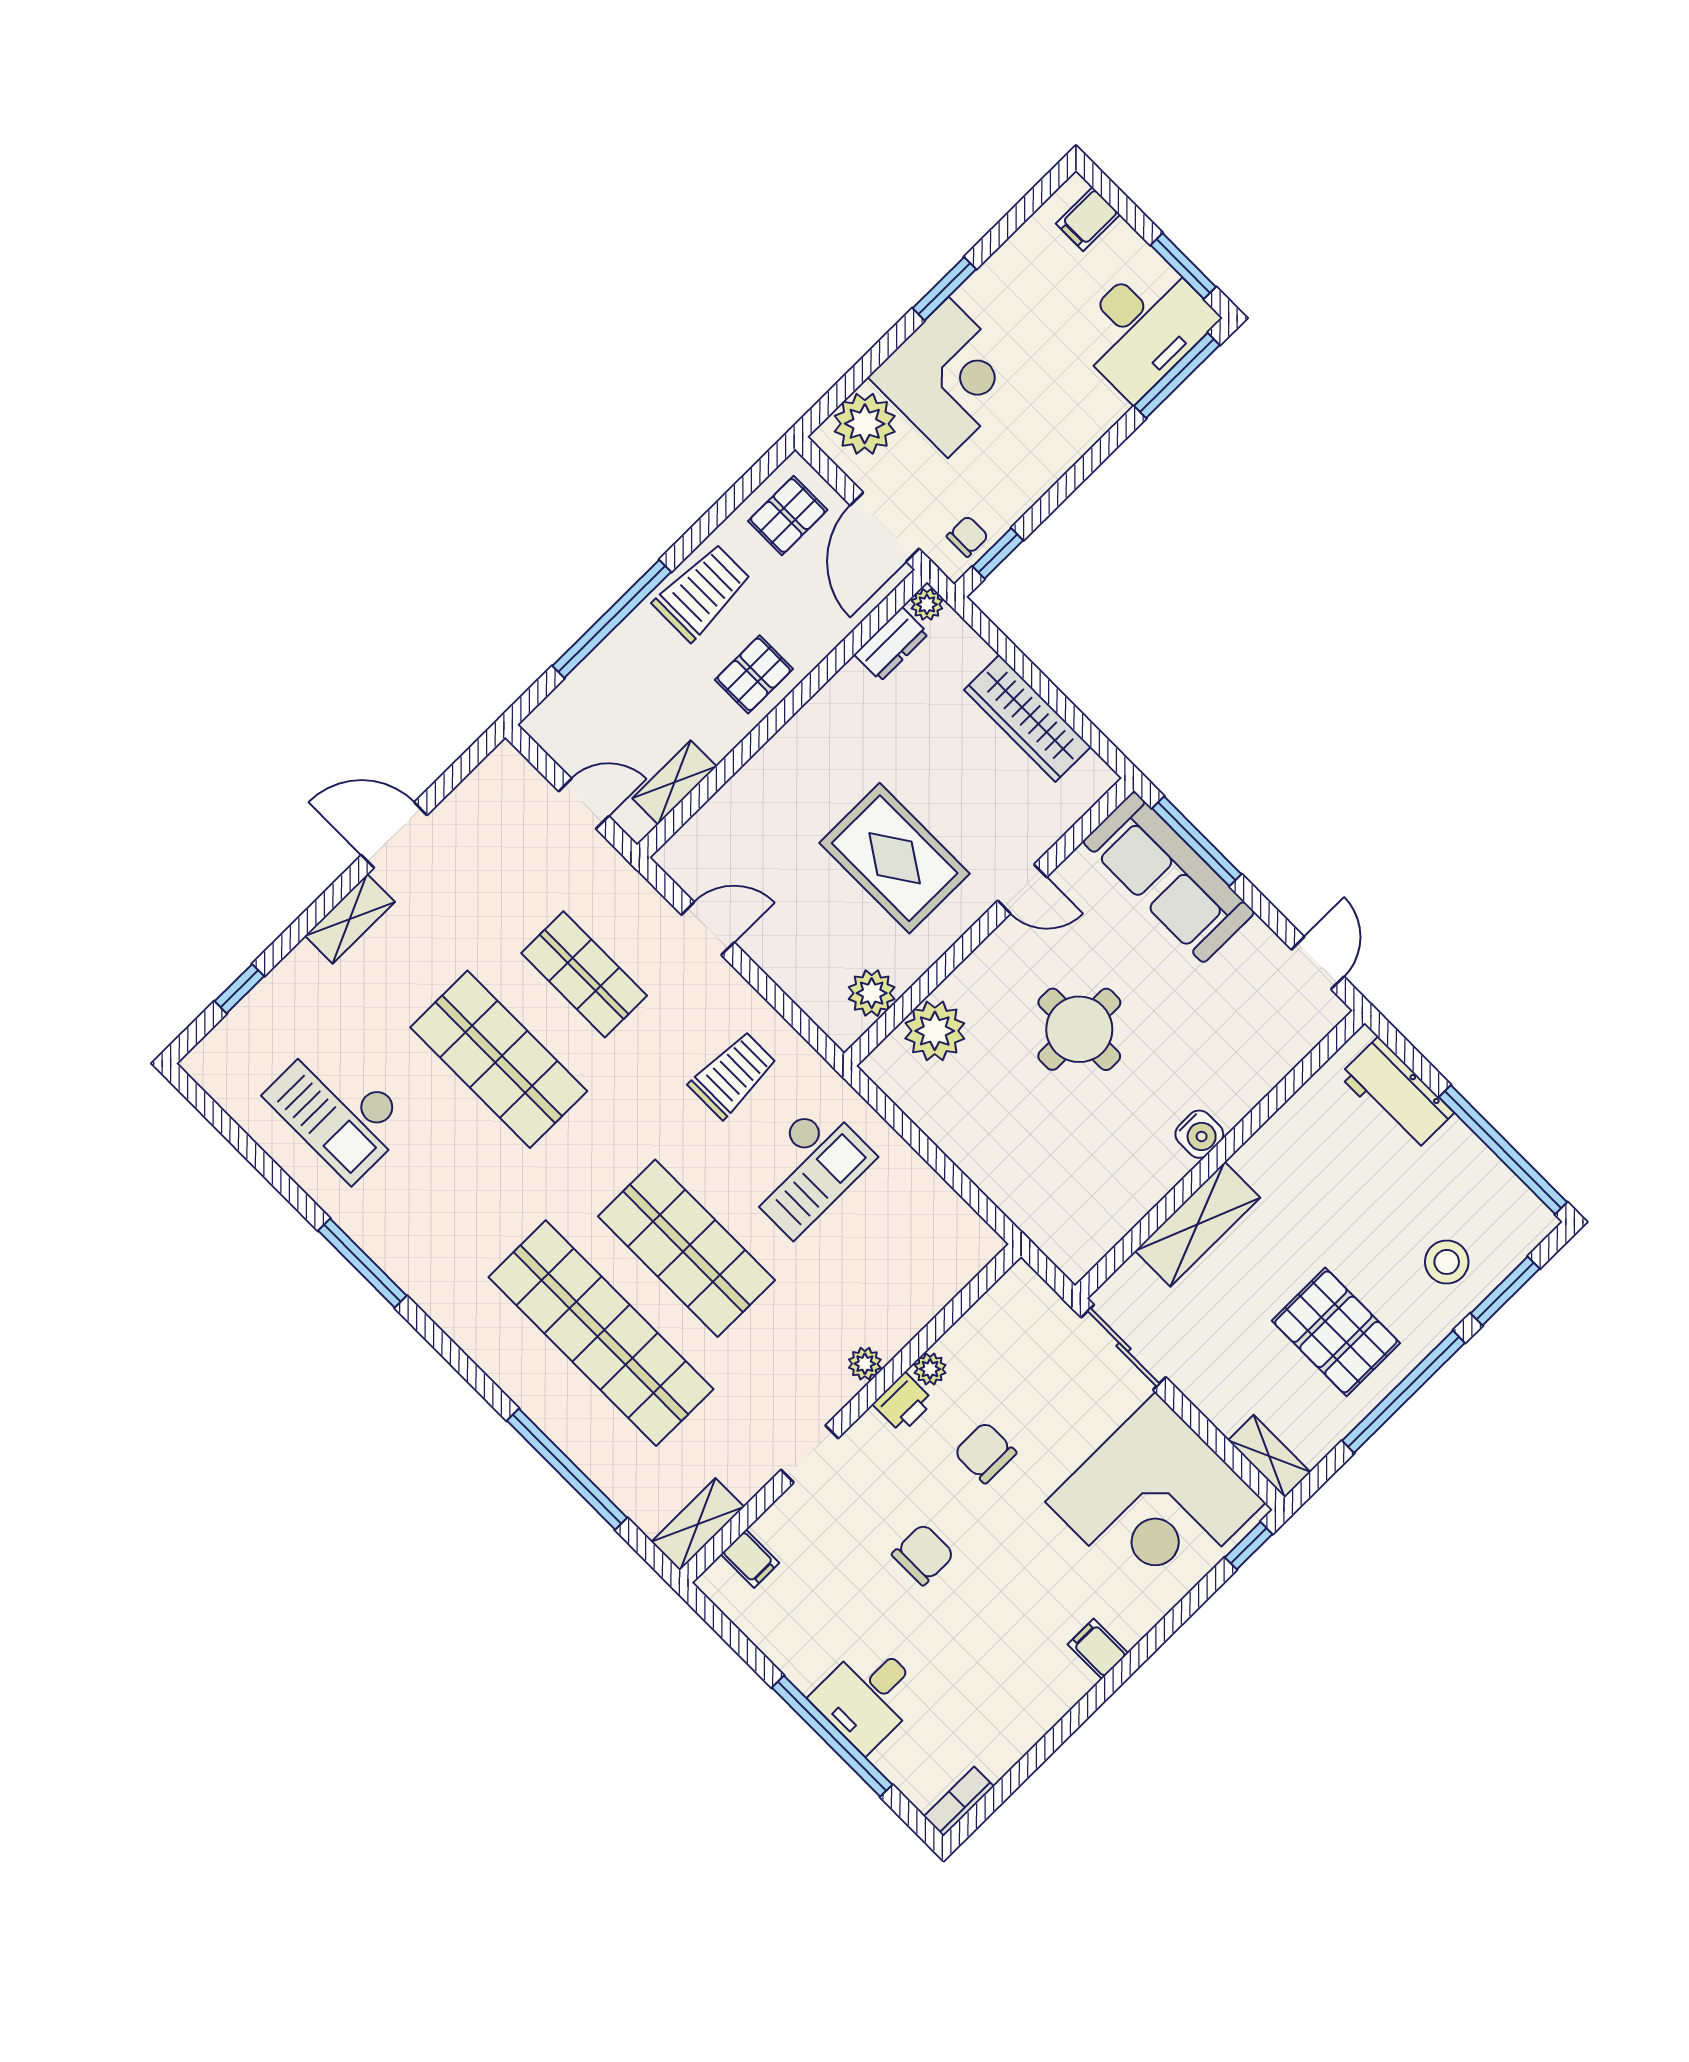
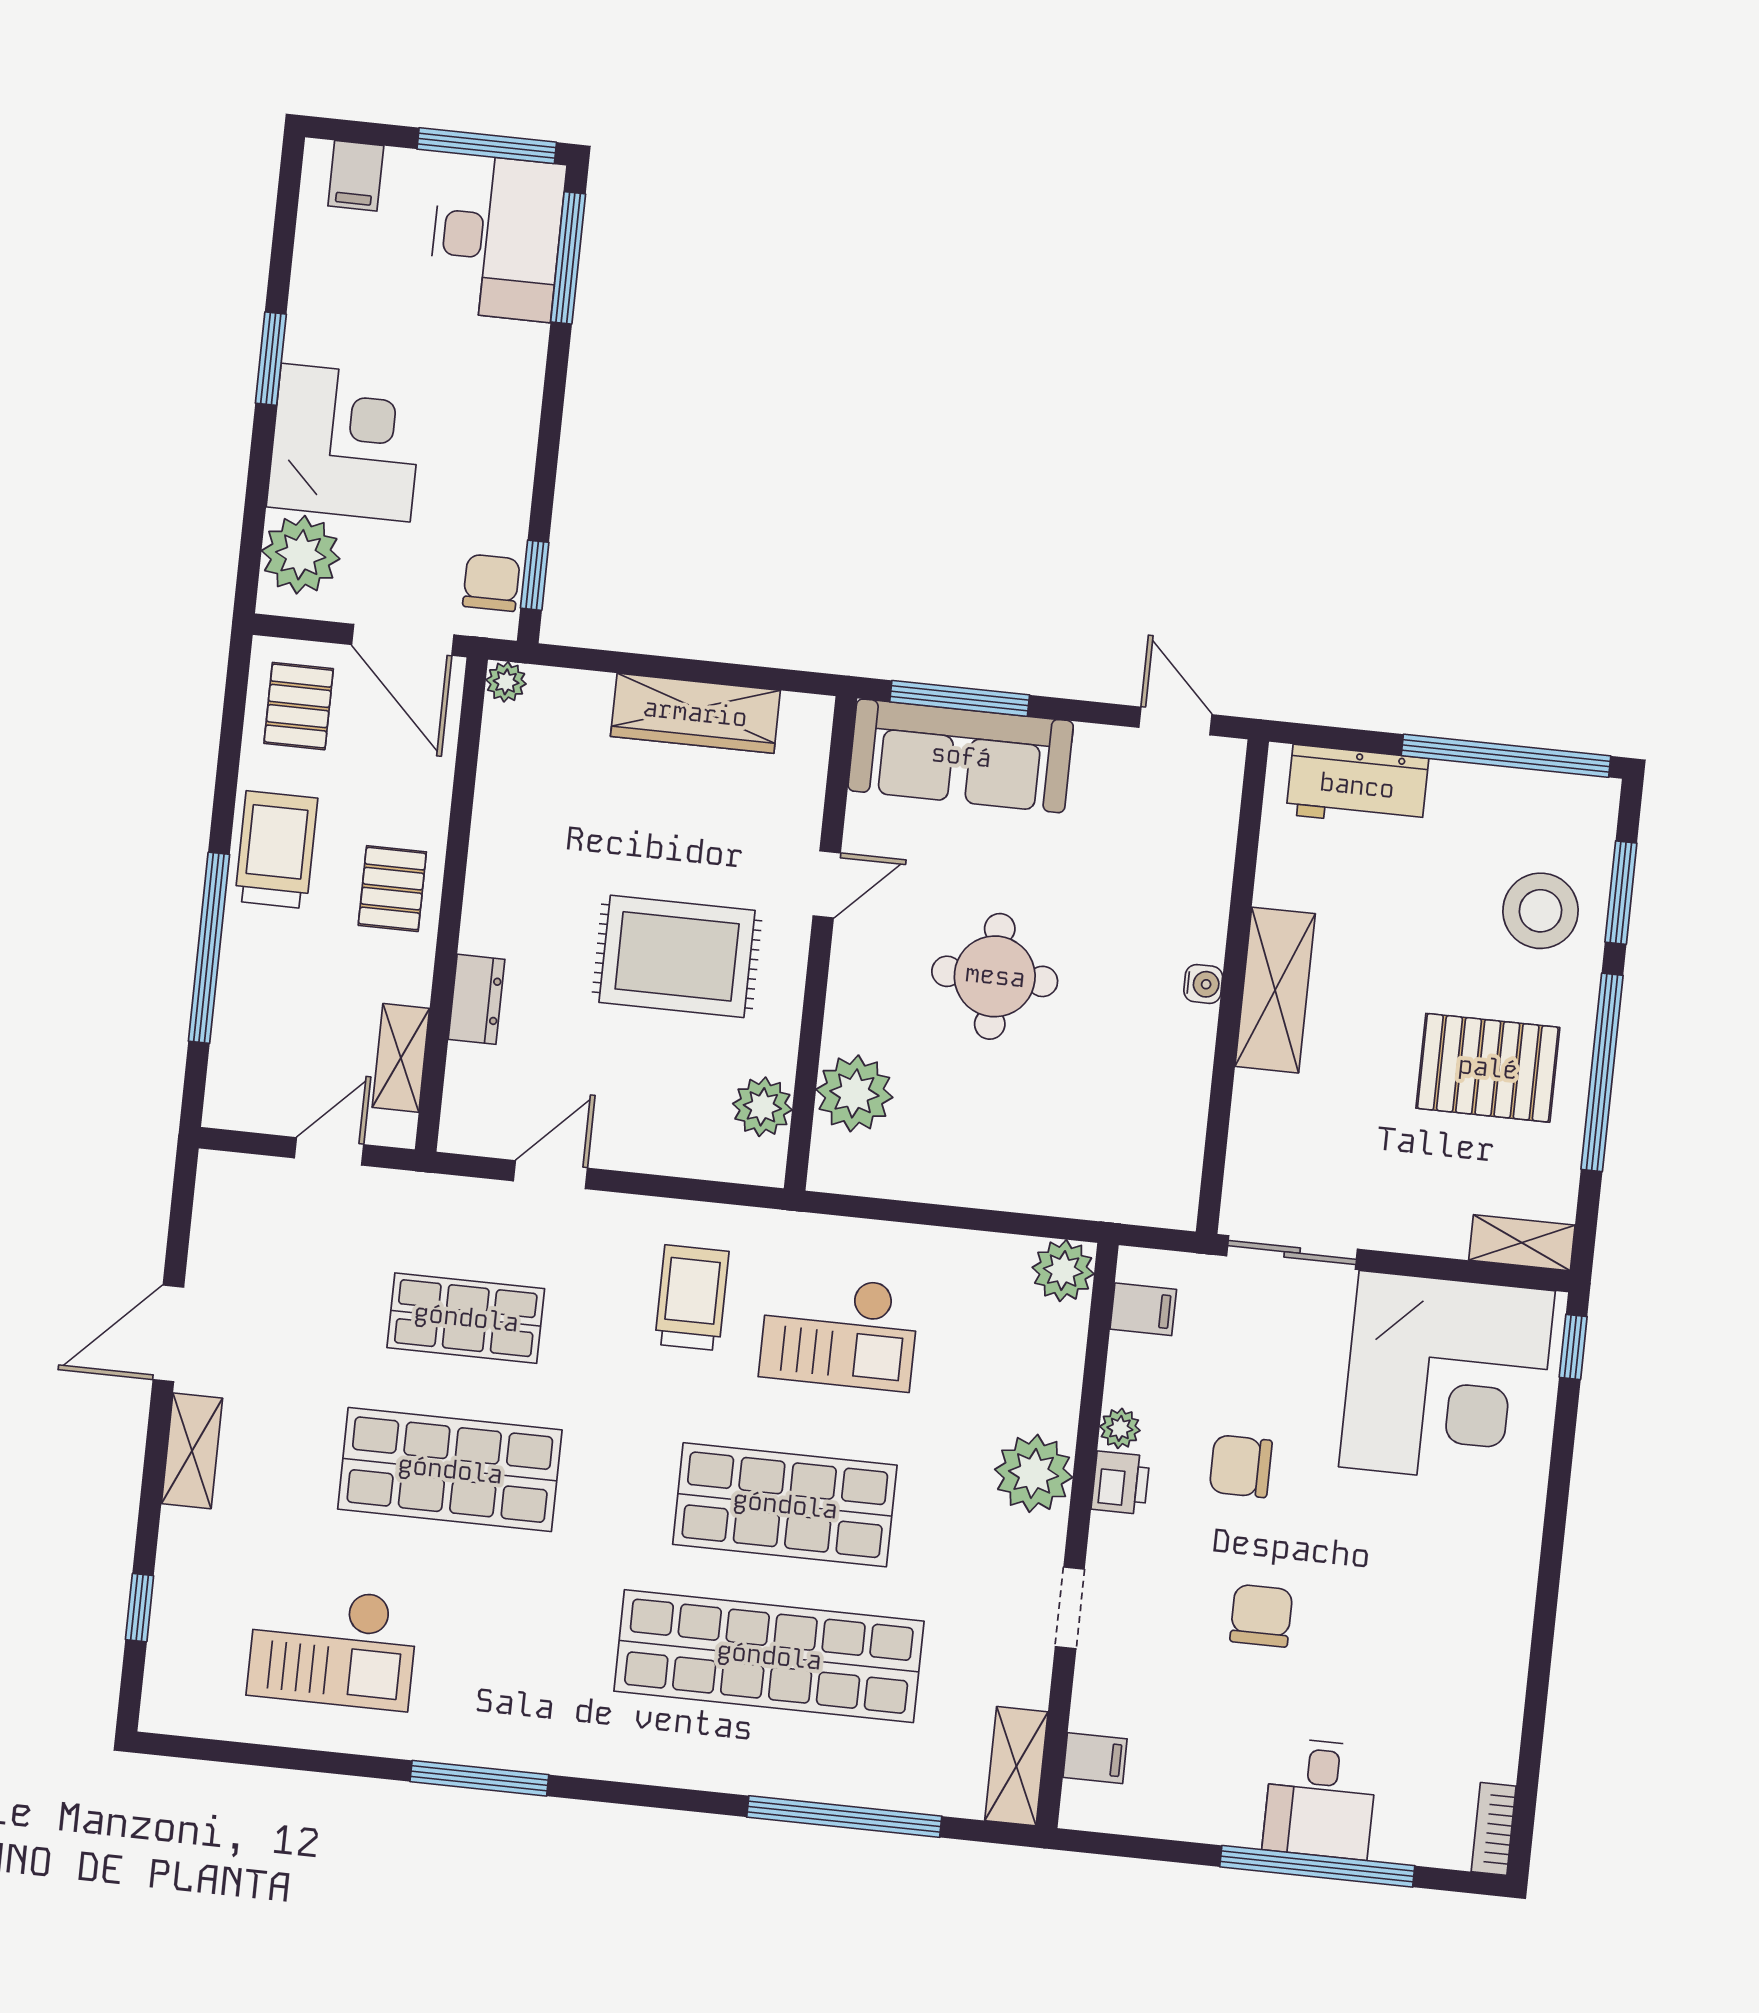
window: (1183, 266) -> (487, 146), width x1.44
chair: (967, 536) -> (491, 583), width x1.37, depth x1.37
dresser: (891, 644) -> (477, 999), moved
water cooler: (1199, 1134) -> (1203, 984), width x0.72, depth x0.72
checkout: (806, 1169) -> (839, 1332), turned 90
shelving: (1198, 1224) -> (1275, 990), moved
plant: (974, 1244) -> (1063, 1271), added
stool: (1447, 1262) -> (1541, 911), width x1.38, depth x1.38
plant: (865, 1364) -> (1034, 1473), width x1.87, depth x1.87
filing cabinet: (1098, 1649) -> (1143, 1309), moved, turned 180

